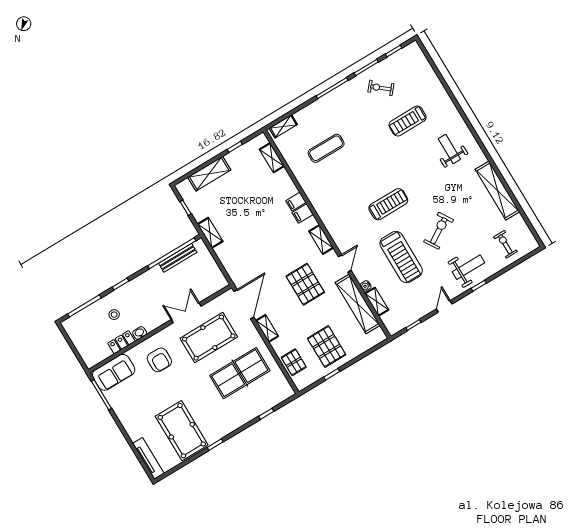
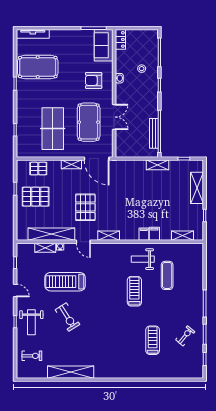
shelving: (283, 126) -> (199, 256), removed
weight bench: (449, 149) -> (143, 259), moved, turned 180
treadmill: (388, 204) -> (134, 291), moved, turned 180
filing cabinet: (303, 214) -> (154, 234), moved
pallet: (305, 284) -> (85, 207), turned 90
locker: (122, 342) -> (120, 39), moved

